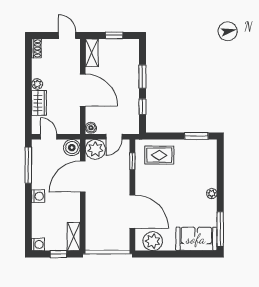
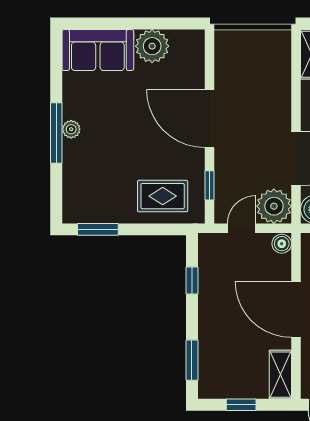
window: (142, 77) -> (192, 360), moved
door: (132, 212) -> (209, 119), moved
window: (220, 229) -> (56, 133), moved
plant: (153, 241) -> (152, 46), moved

